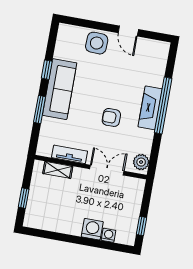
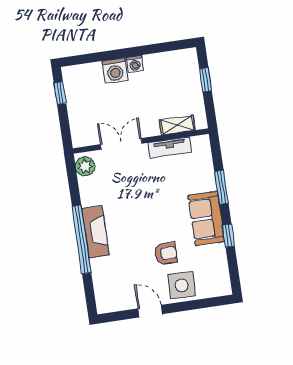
sofa: (60, 89) -> (206, 218), width x0.73
armchair: (111, 117) -> (166, 253), moved
double door: (107, 170) -> (121, 144), swing flipped
washing machine: (108, 235) -> (135, 64), moved

